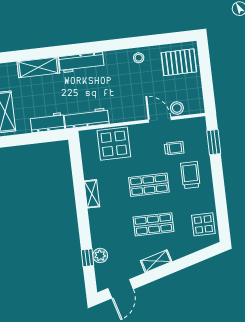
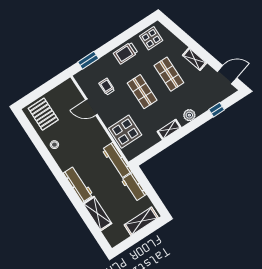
stool: (177, 108) -> (77, 99), removed
door: (160, 120) -> (91, 107), hinge flipped
trolley: (190, 175) -> (126, 53), moved
plant: (100, 255) -> (189, 115), moved

